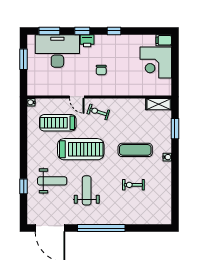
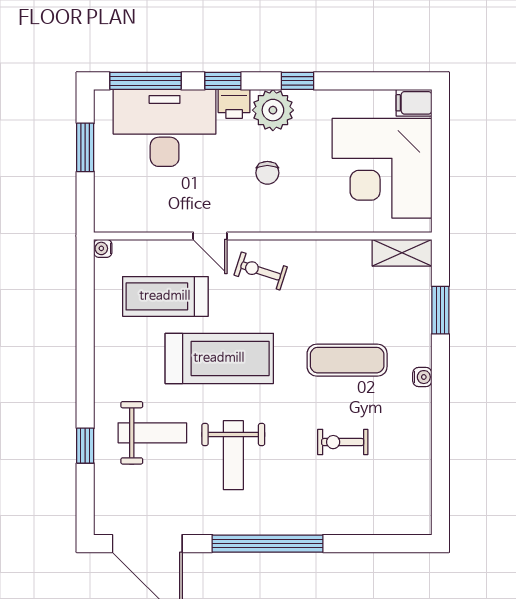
window: (49, 31) -> (145, 81), width x1.44
plant: (104, 43) -> (273, 110), added
corner desk: (156, 63) -> (382, 168), width x1.36, depth x1.36
weight bench: (87, 190) -> (233, 455), turned 180

